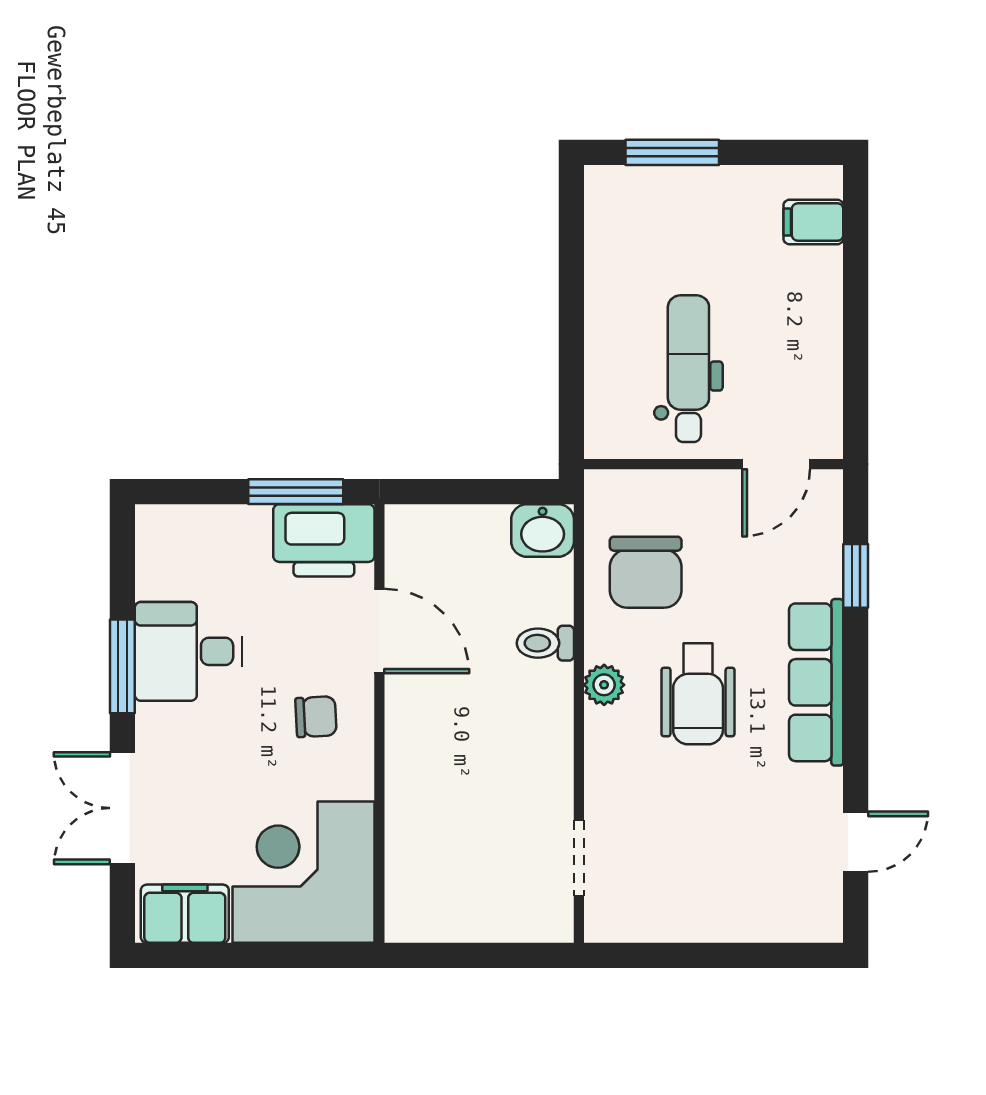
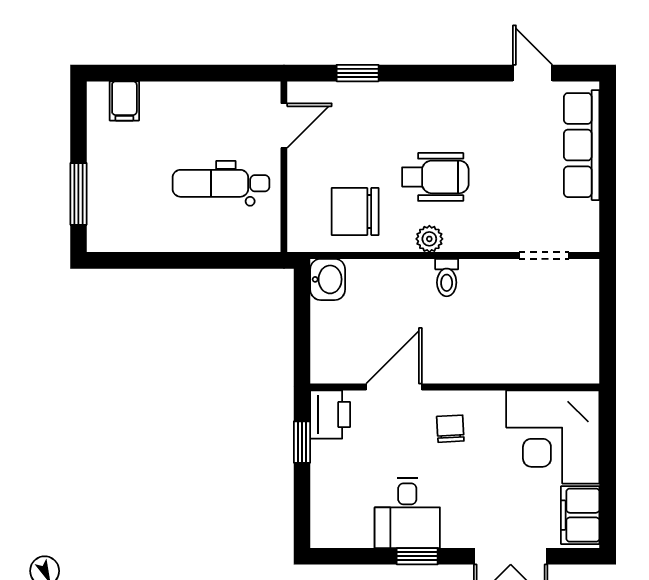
door: (776, 464) -> (284, 126), hinge flipped
window: (296, 492) -> (302, 442), width x0.67
printer: (324, 540) -> (330, 414), width x0.73, depth x0.84
chair: (646, 572) -> (355, 211), turned 180
toilet: (545, 643) -> (447, 278), moved
window: (122, 666) -> (417, 556), width x0.67
row of seats: (816, 682) -> (582, 145), moved, turned 90

